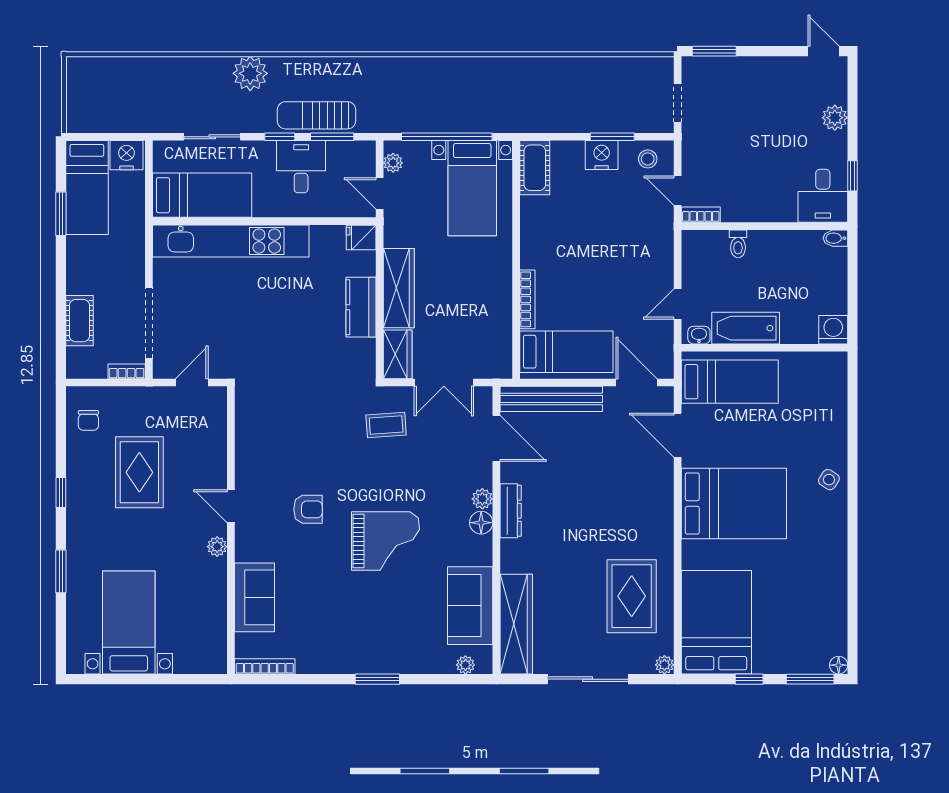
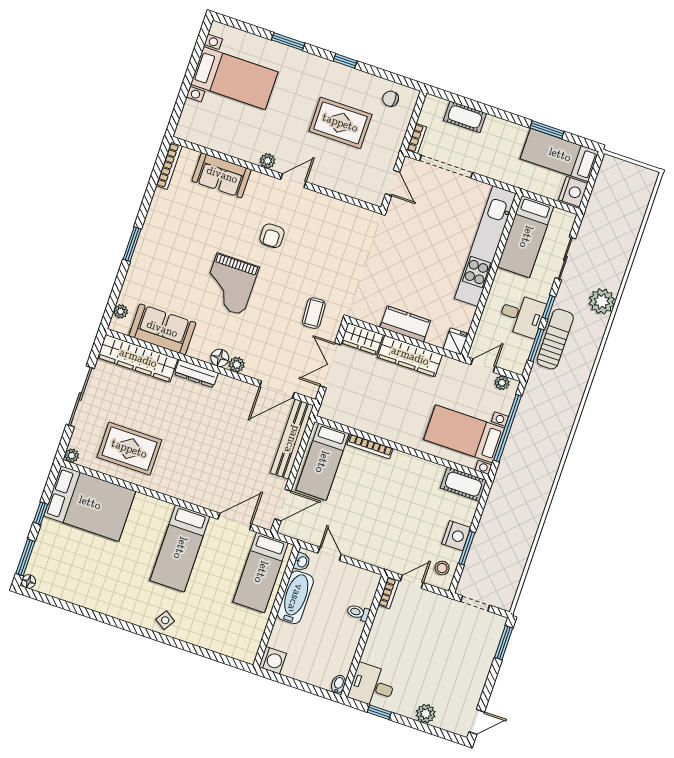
bed: (734, 504) -> (180, 548), width x0.67
dresser: (511, 511) -> (196, 374), moved

